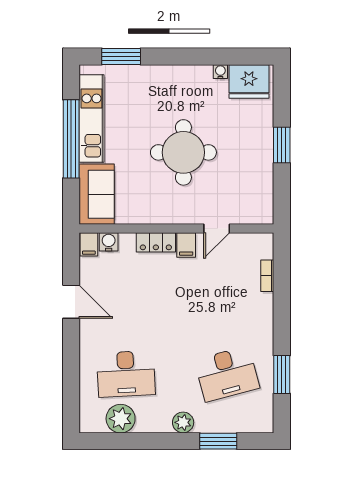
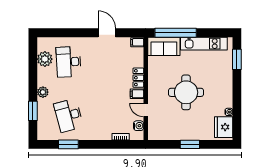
window: (71, 139) -> (176, 33), moved
water cooler: (109, 242) -> (139, 126), moved
door: (71, 302) -> (107, 33), swing flipped

